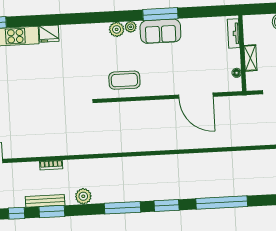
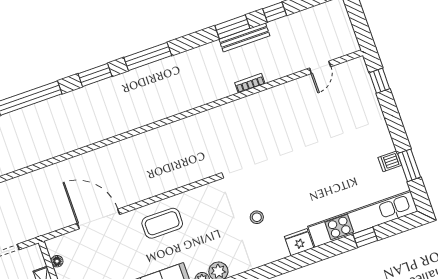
stool: (76, 62) -> (257, 217), added
coffee table: (124, 80) -> (162, 223), moved
plant: (83, 196) -> (200, 57), removed

